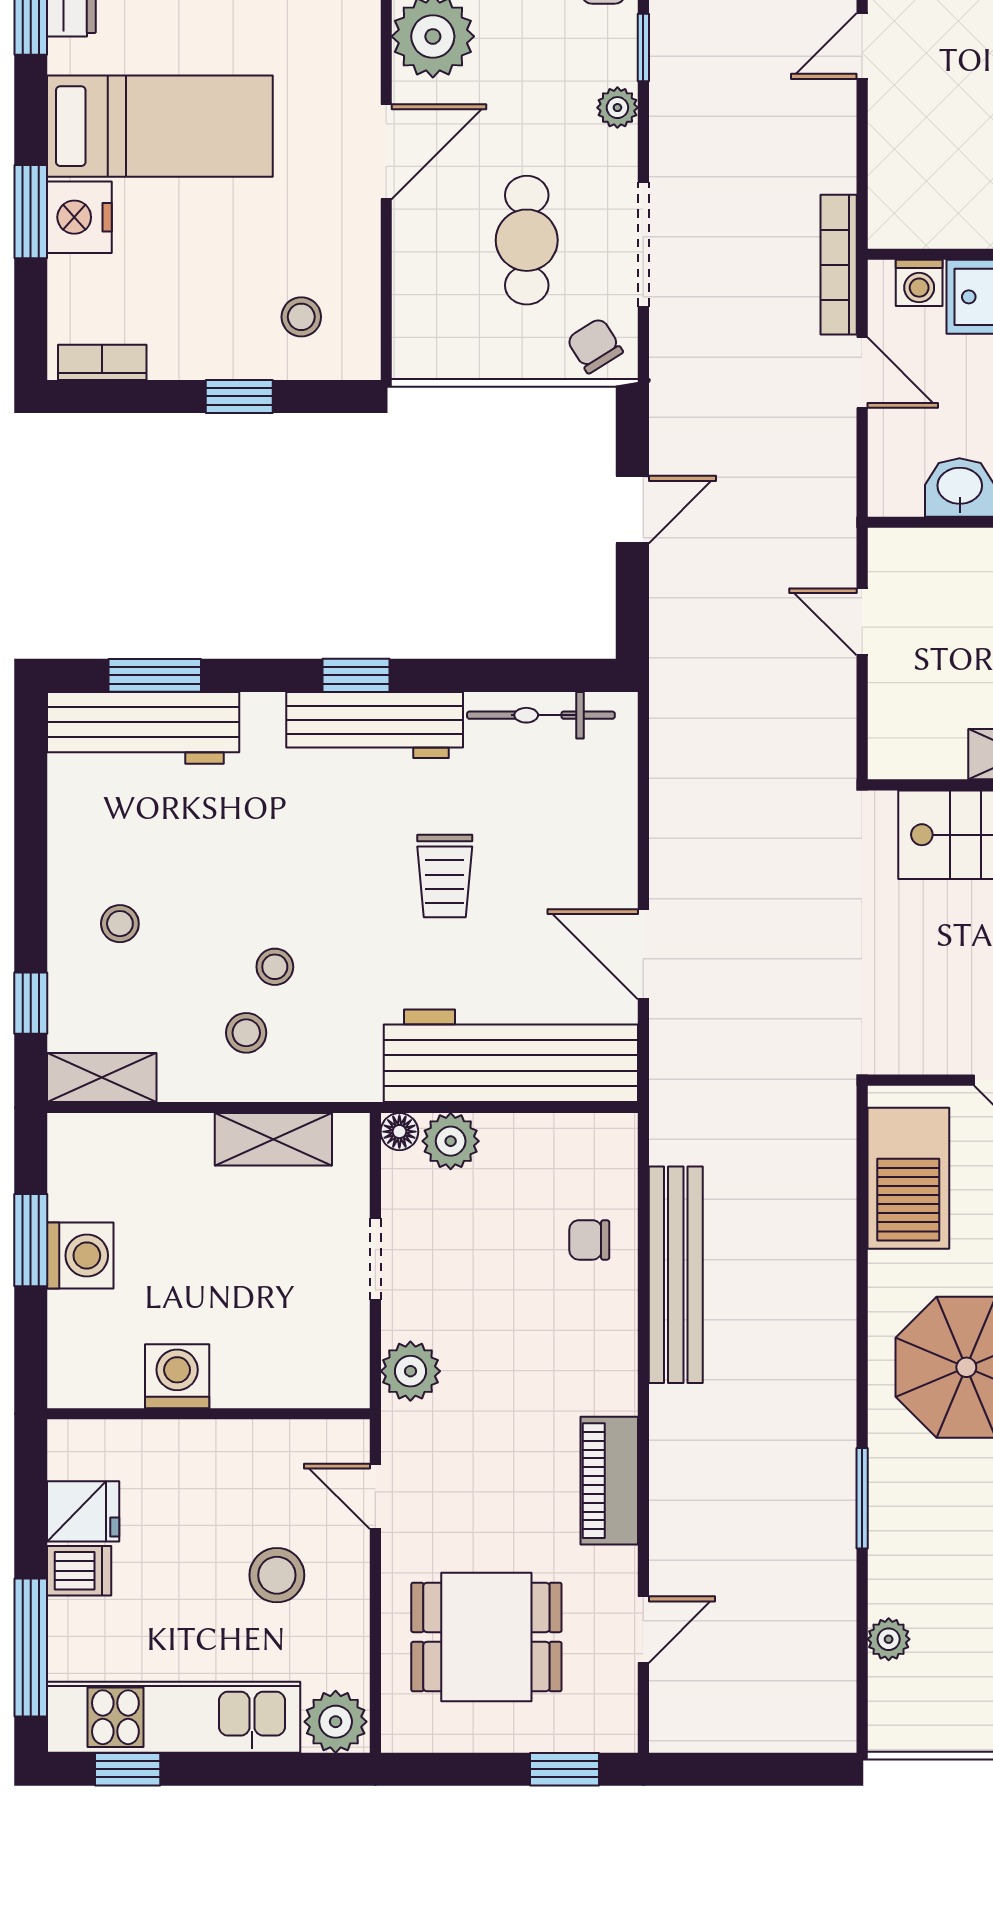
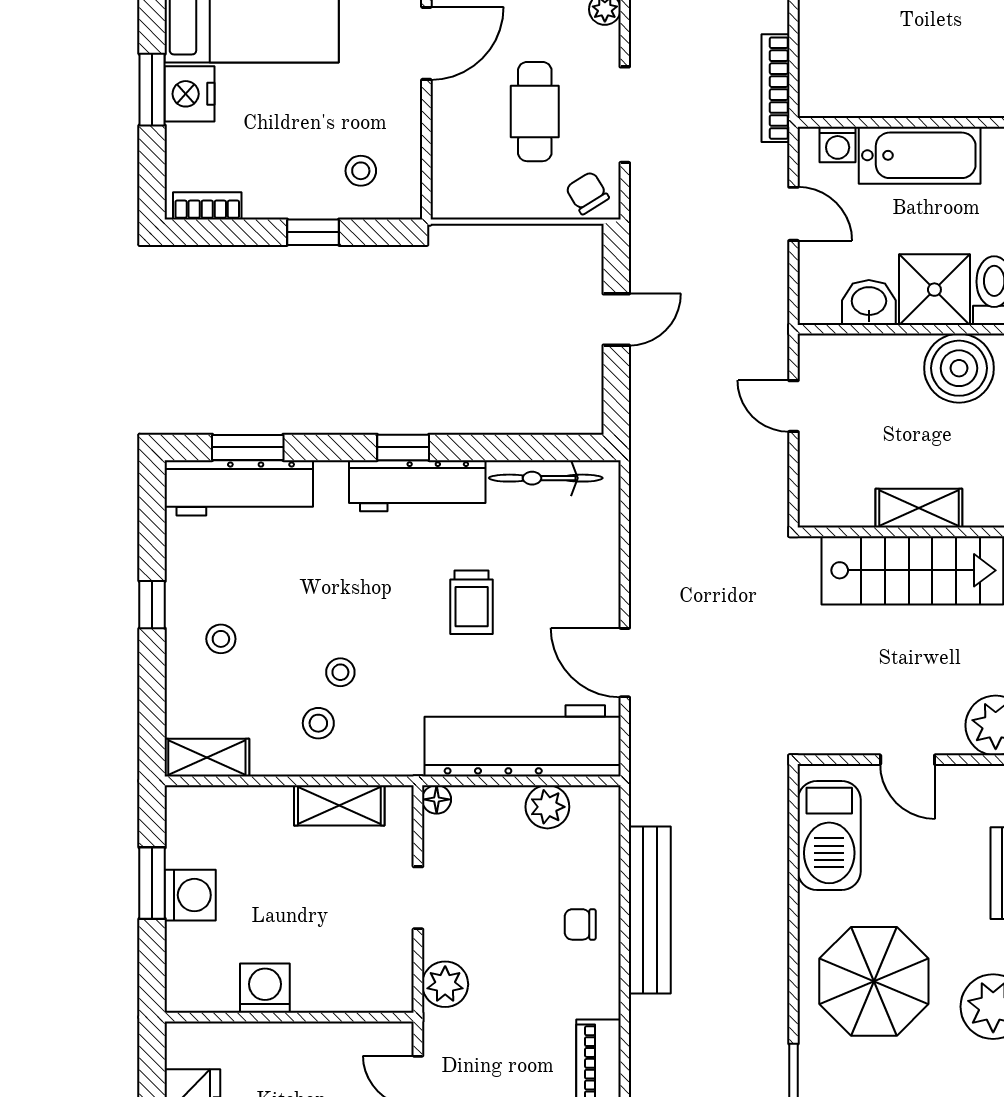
bookcase: (839, 265) -> (775, 88), moved
window: (31, 1003) -> (152, 605), moved
plant: (451, 1141) -> (547, 807), moved
chair: (589, 1240) -> (580, 924), moved

